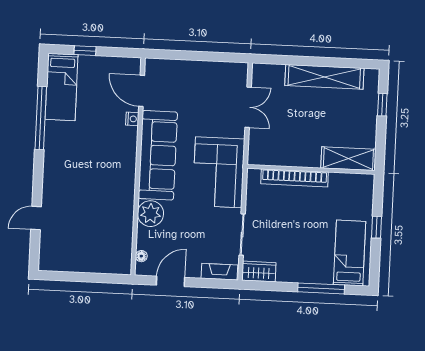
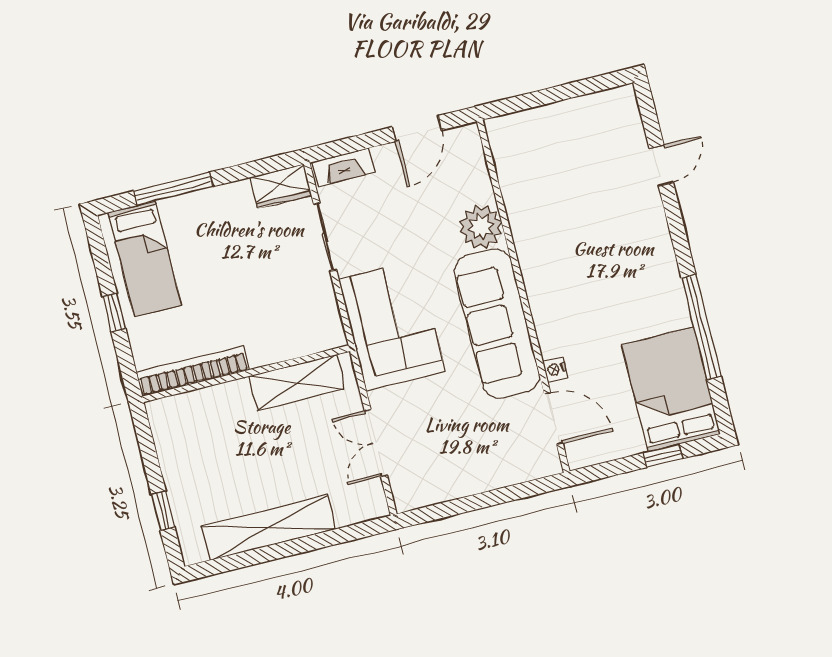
bed: (61, 87) -> (671, 390), width x1.50
shelving: (348, 159) -> (297, 383), moved
bookcase: (295, 178) -> (193, 371), moved
floor lamp: (141, 256) -> (475, 155), removed

